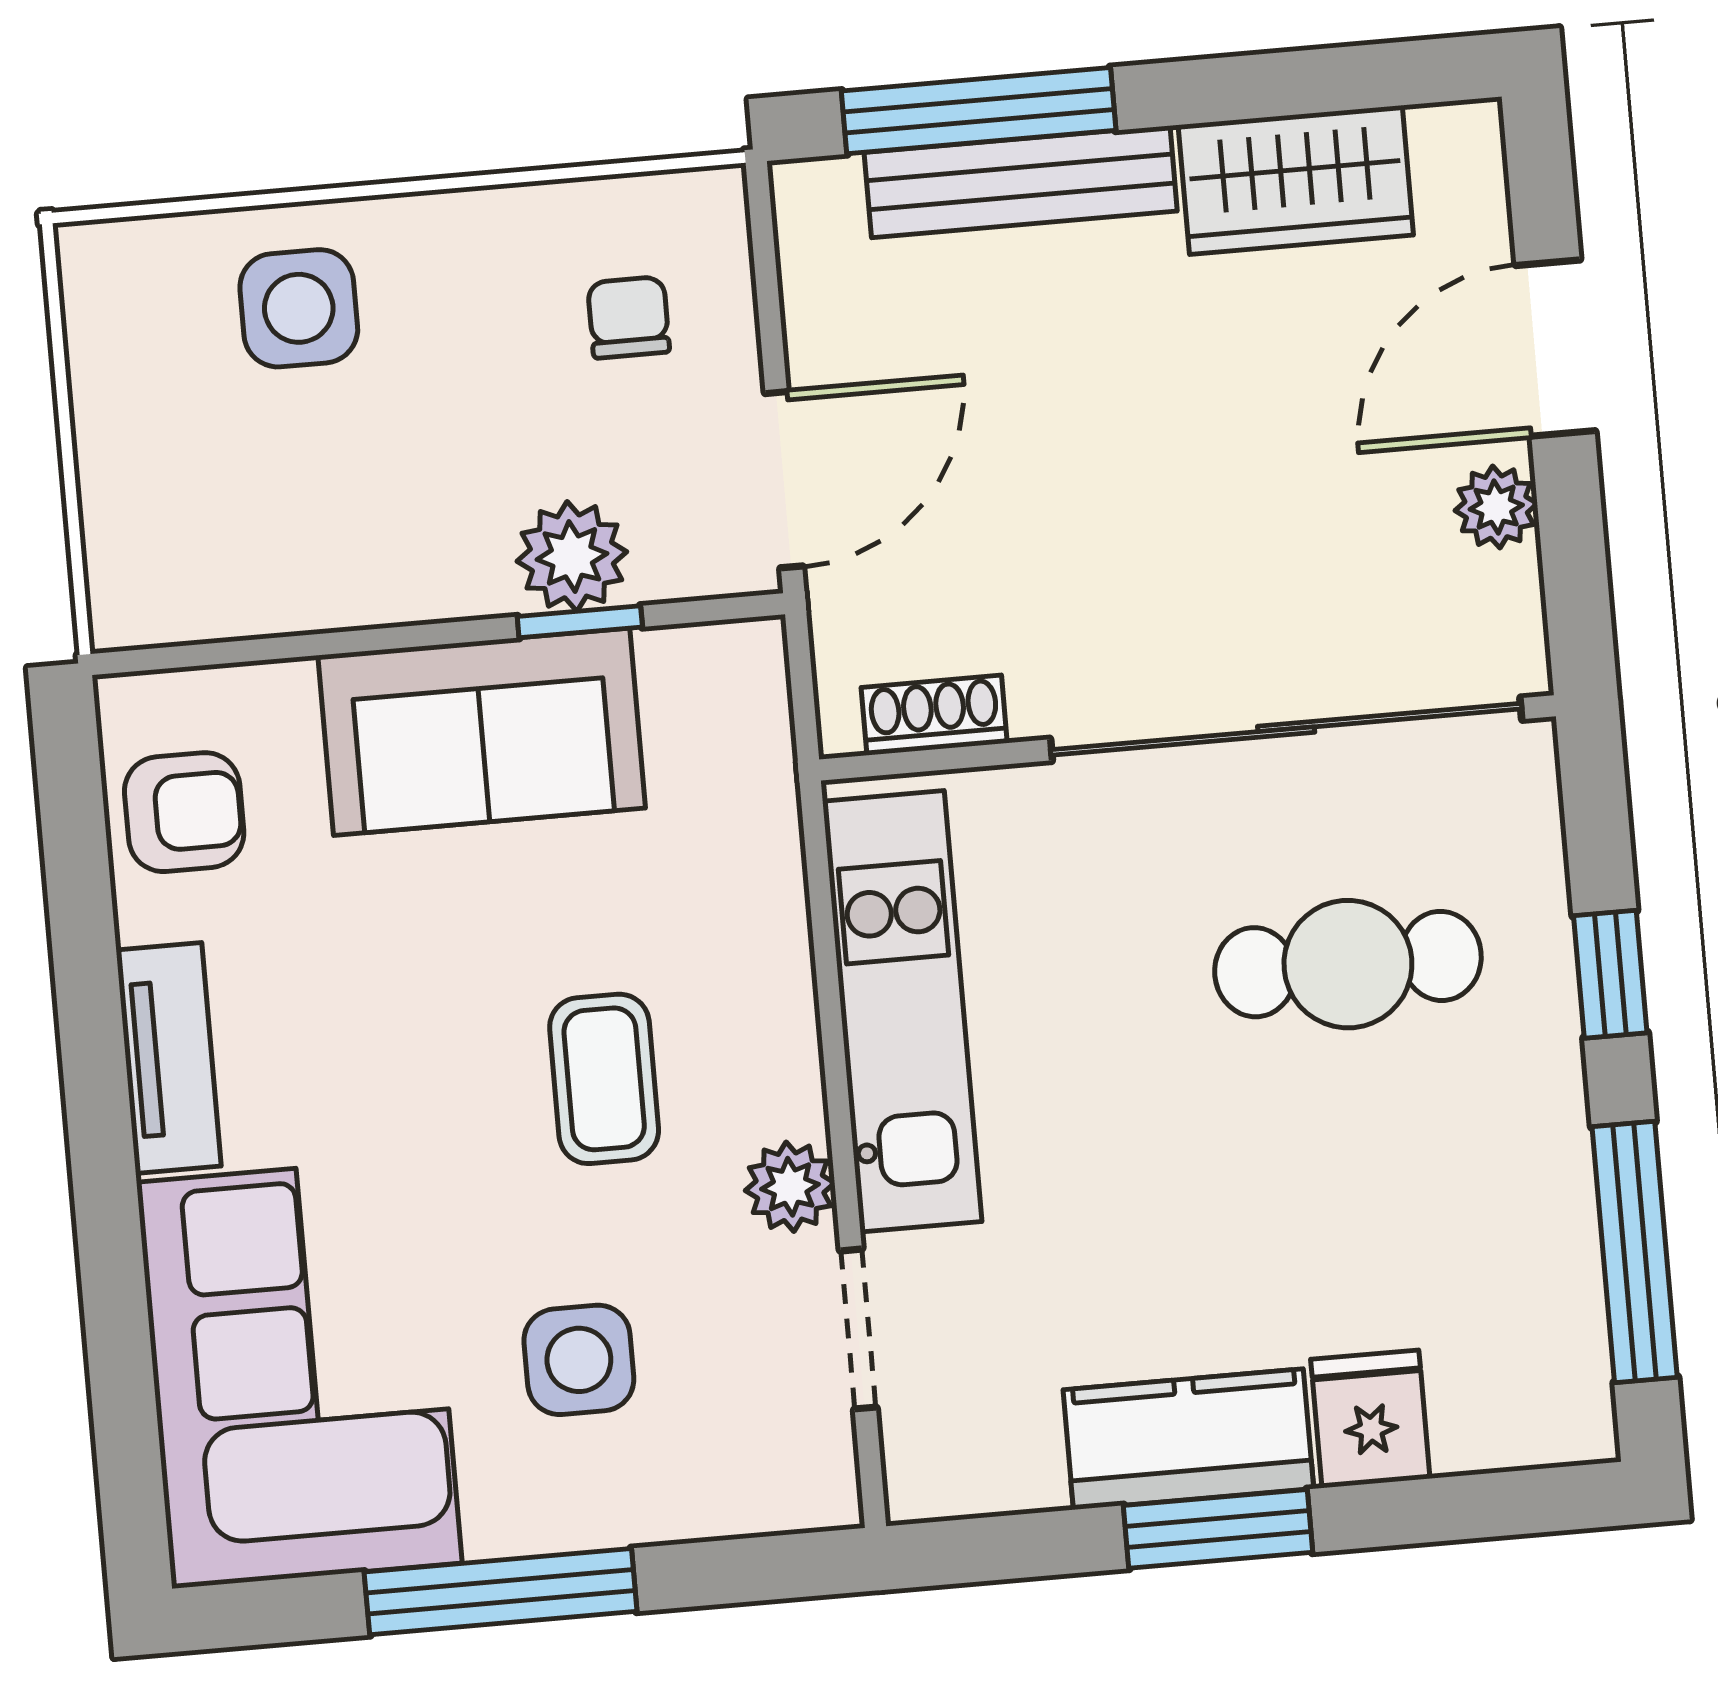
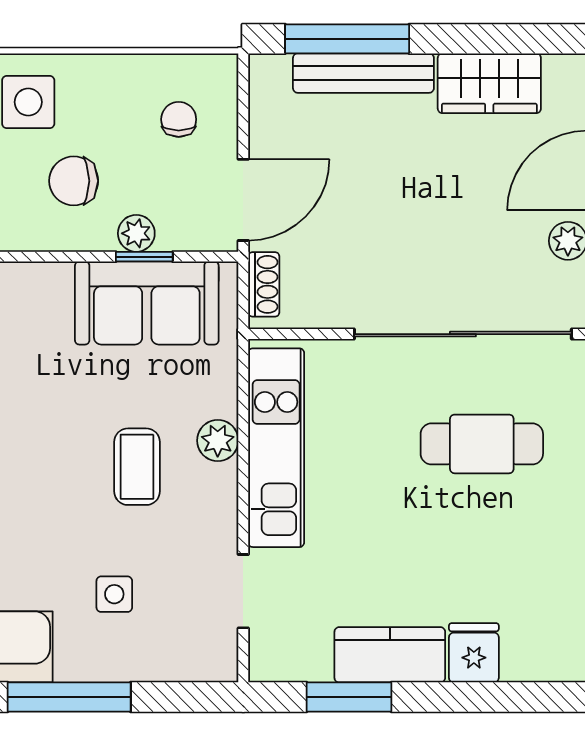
chair: (412, 471) -> (74, 181), added
plant: (572, 556) -> (136, 233), width x0.73, depth x0.73
shoe rack: (934, 715) -> (264, 284), moved, turned 90
sofa: (482, 732) -> (147, 303), moved
plant: (790, 1187) -> (218, 441), moved
side table: (579, 1360) -> (114, 594), width x0.73, depth x0.73
window: (1218, 1529) -> (349, 697), moved

